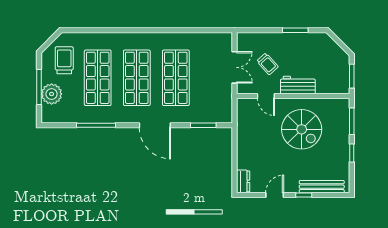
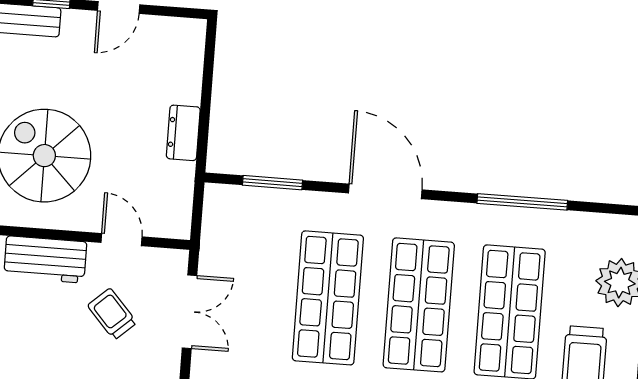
double door: (234, 67) -> (190, 312), swing flipped
dresser: (243, 181) -> (183, 133), moved

